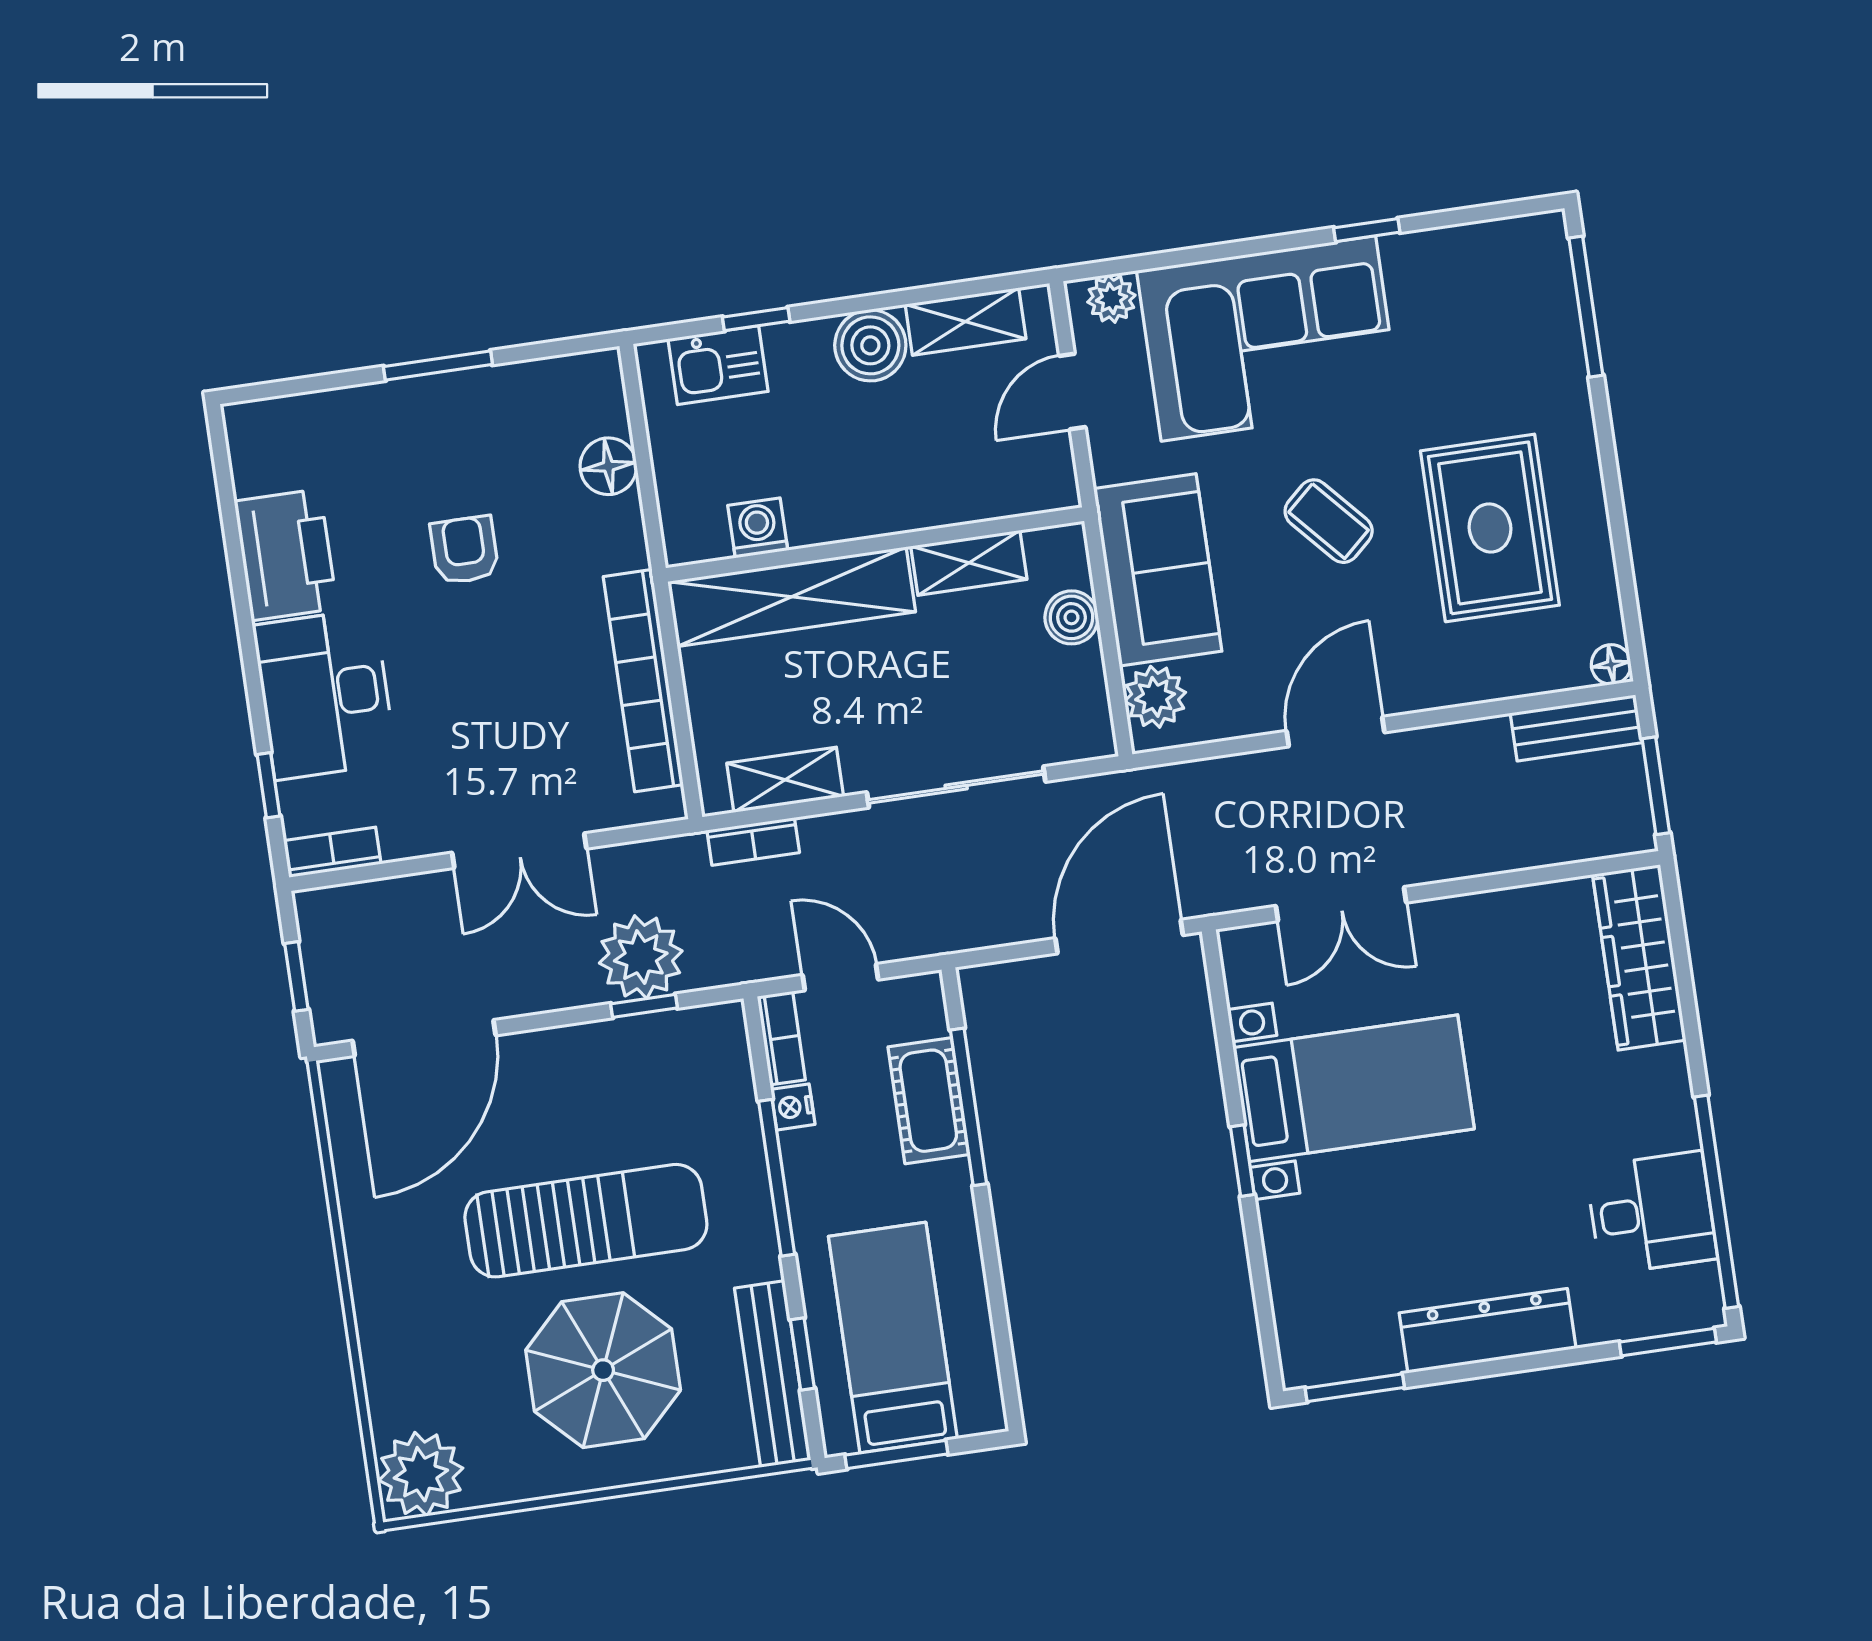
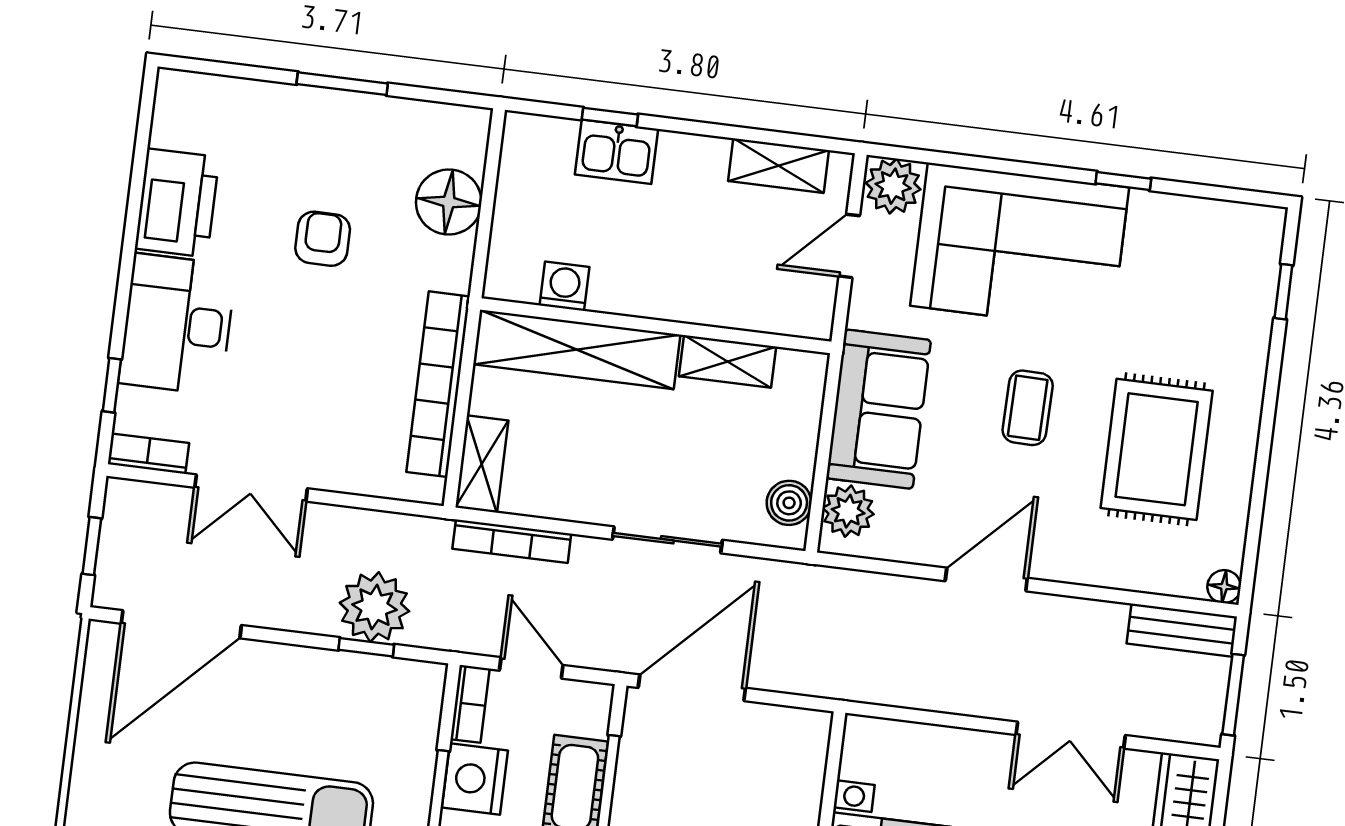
plant: (1111, 299) -> (893, 186), width x1.38, depth x1.38
window: (1586, 307) -> (1283, 292), width x0.46
boiler: (870, 345) -> (696, 164), removed
kitchen sink: (718, 365) -> (617, 152), moved
floor lamp: (608, 466) -> (449, 202), width x1.38, depth x1.38
coffee table: (1329, 521) -> (1028, 408), turned 43
boiler: (1071, 617) -> (789, 503), moved
shelving: (785, 780) -> (482, 464), moved, turned 90
sliding door: (956, 787) -> (667, 540), width x0.73
bookcase: (753, 841) -> (512, 541), width x1.56
double door: (519, 851) -> (251, 488), moved
double door: (1341, 904) -> (1071, 735), moved
door: (1119, 937) -> (692, 688), moved
nightstand: (793, 1107) -> (475, 779), width x1.89, depth x1.79

